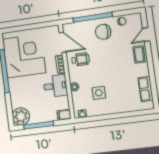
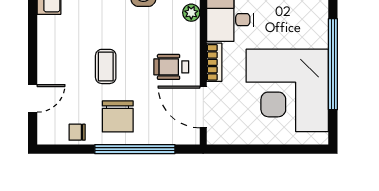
chair: (103, 32) -> (118, 116), turned 90
coffee table: (139, 54) -> (106, 66), moved

